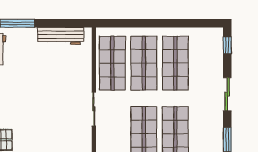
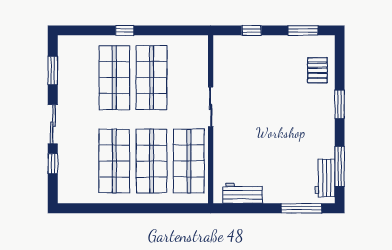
workbench: (61, 36) -> (243, 193), width x0.73
window: (227, 45) -> (53, 164), moved

